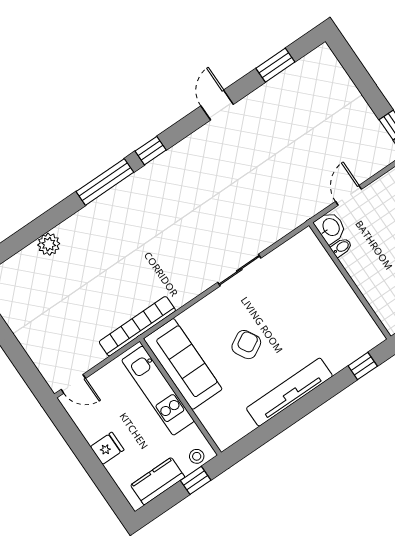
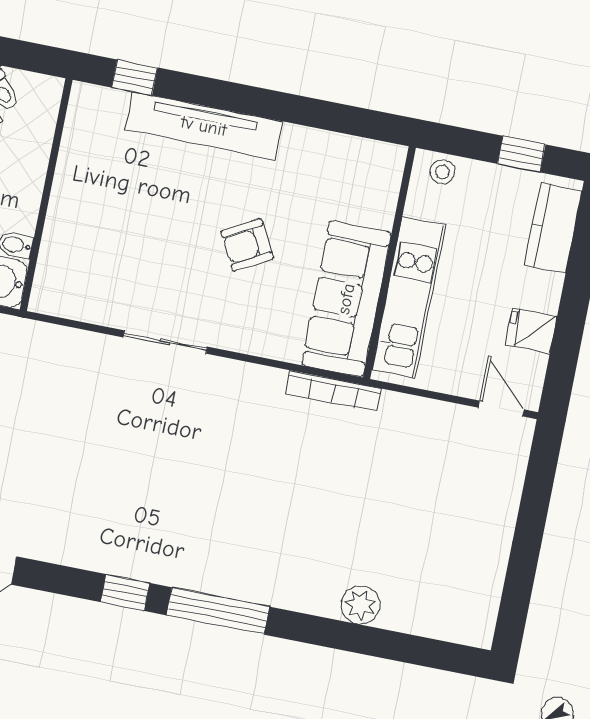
bookcase: (137, 326) -> (333, 391), width x0.68, depth x0.76
tv unit: (289, 392) -> (204, 126), moved
fridge: (107, 448) -> (531, 330), moved
window: (196, 480) -> (521, 154), moved
kitchen counter: (158, 481) -> (553, 228), moved, turned 90

